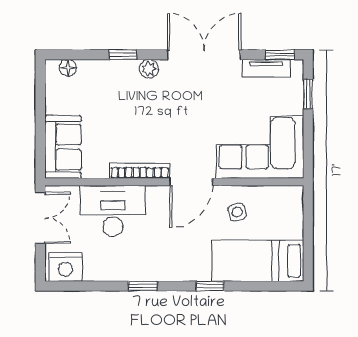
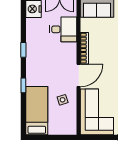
door: (191, 182) -> (79, 75), swing flipped
desk: (113, 211) -> (63, 29), width x0.73

